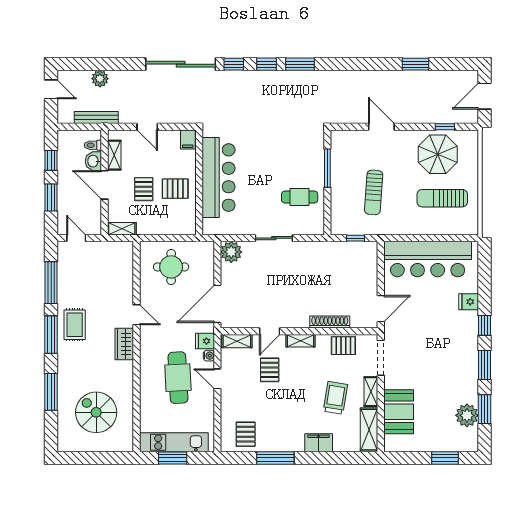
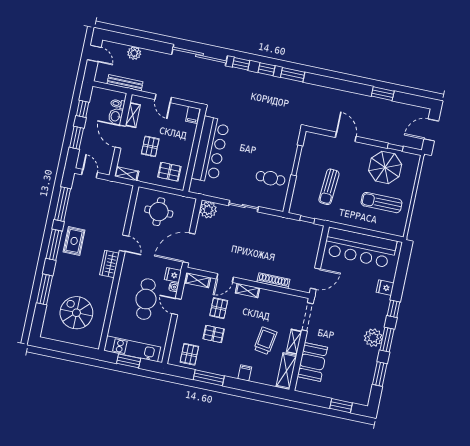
pallet: (175, 189) -> (169, 172), moved
pallet: (343, 346) -> (214, 334), moved
plant: (467, 415) -> (373, 338), moved
filing cabinet: (319, 443) -> (245, 373), width x0.50

